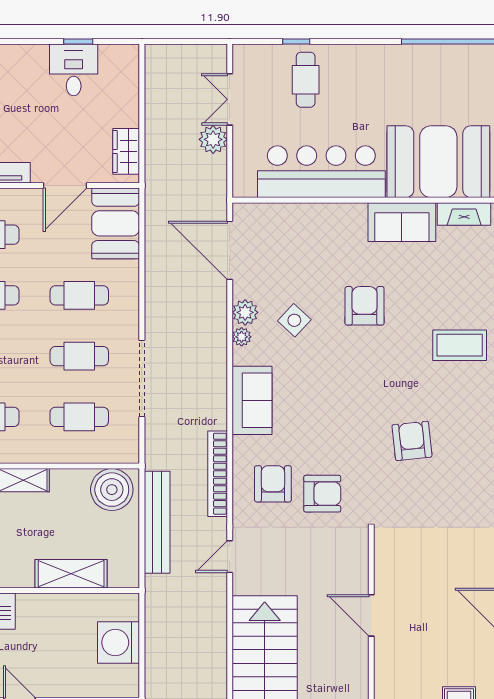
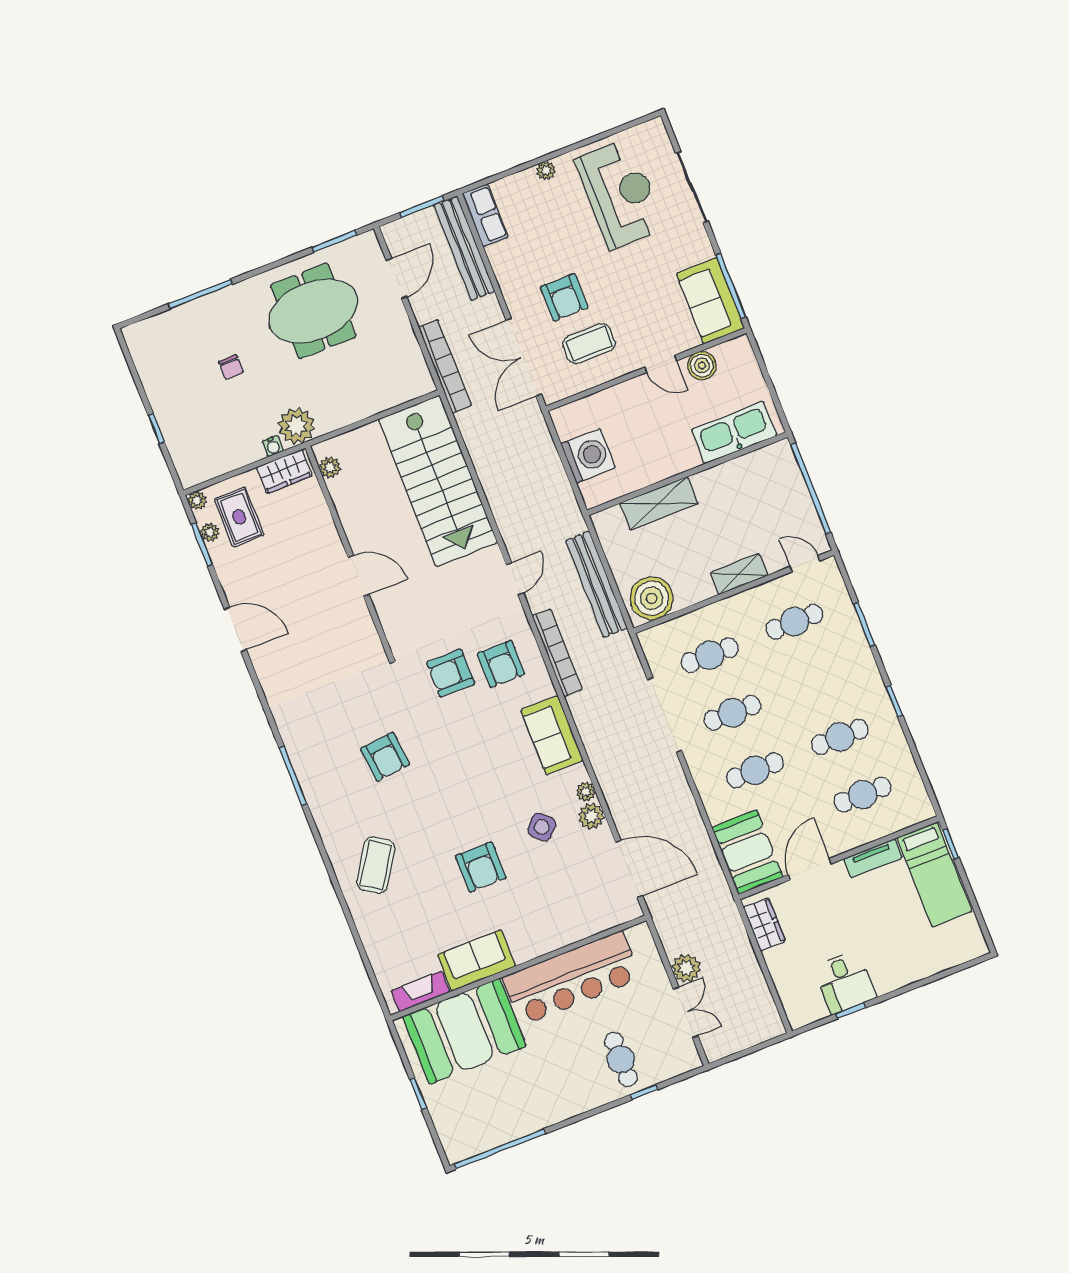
coffee table: (460, 345) -> (376, 865), turned -57

